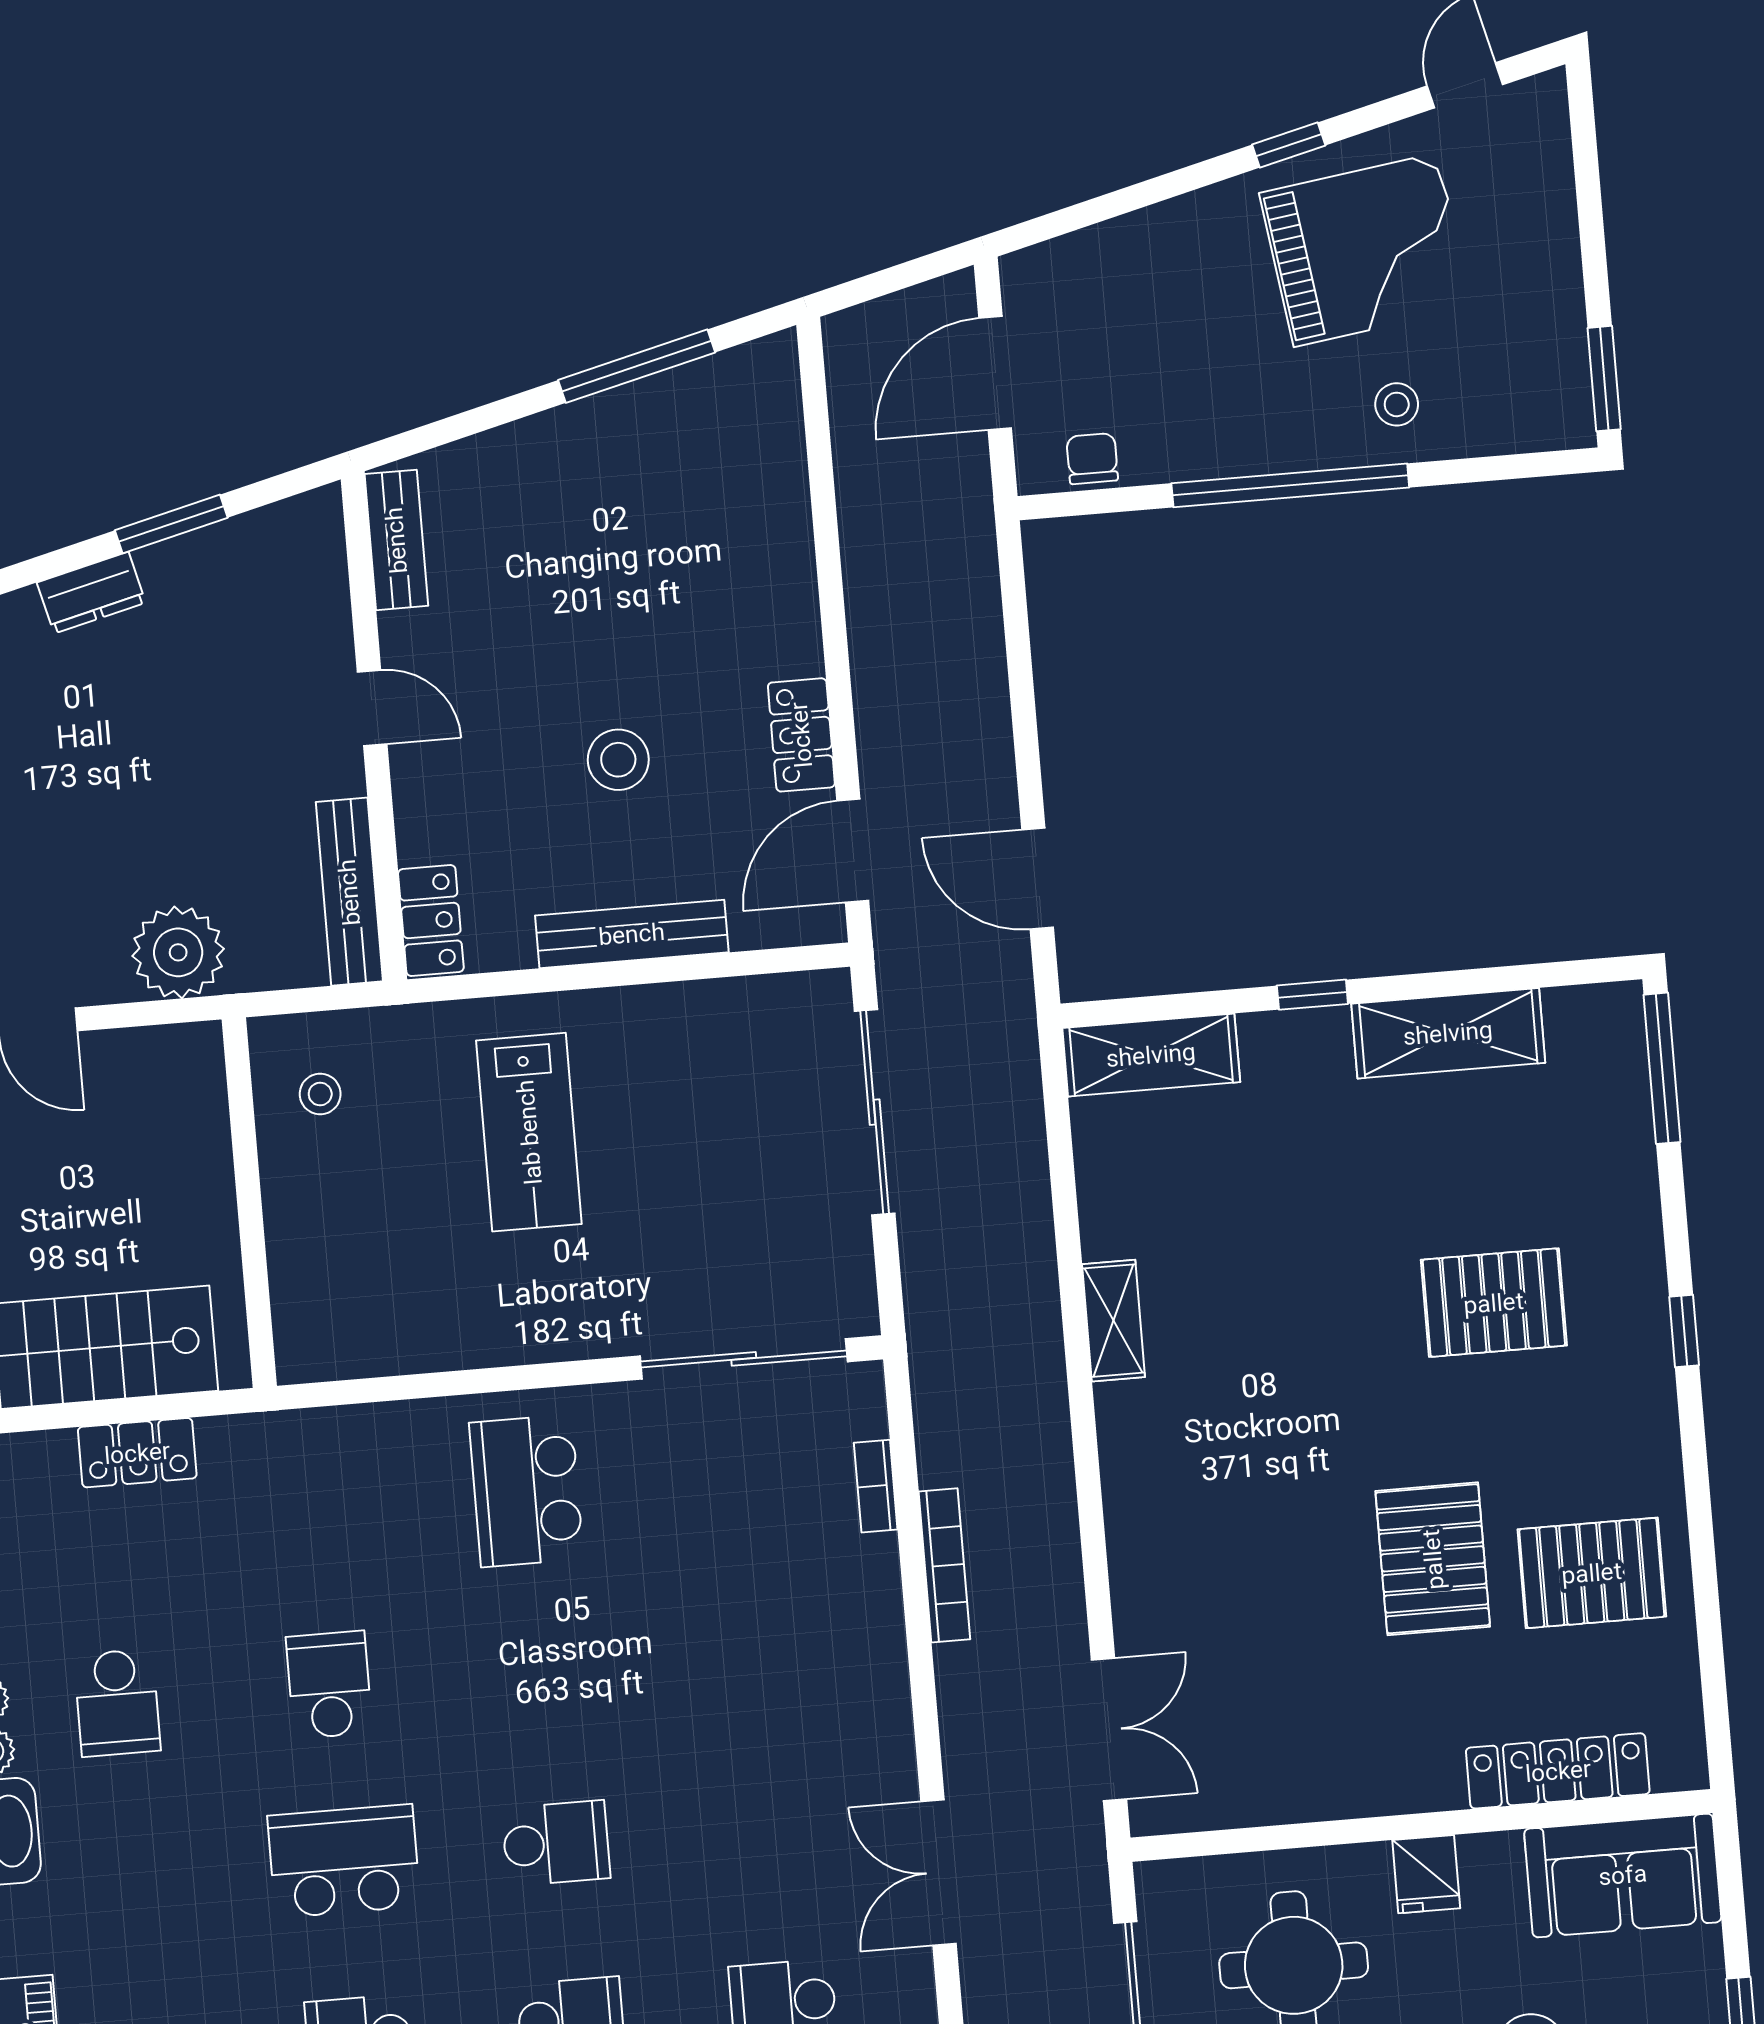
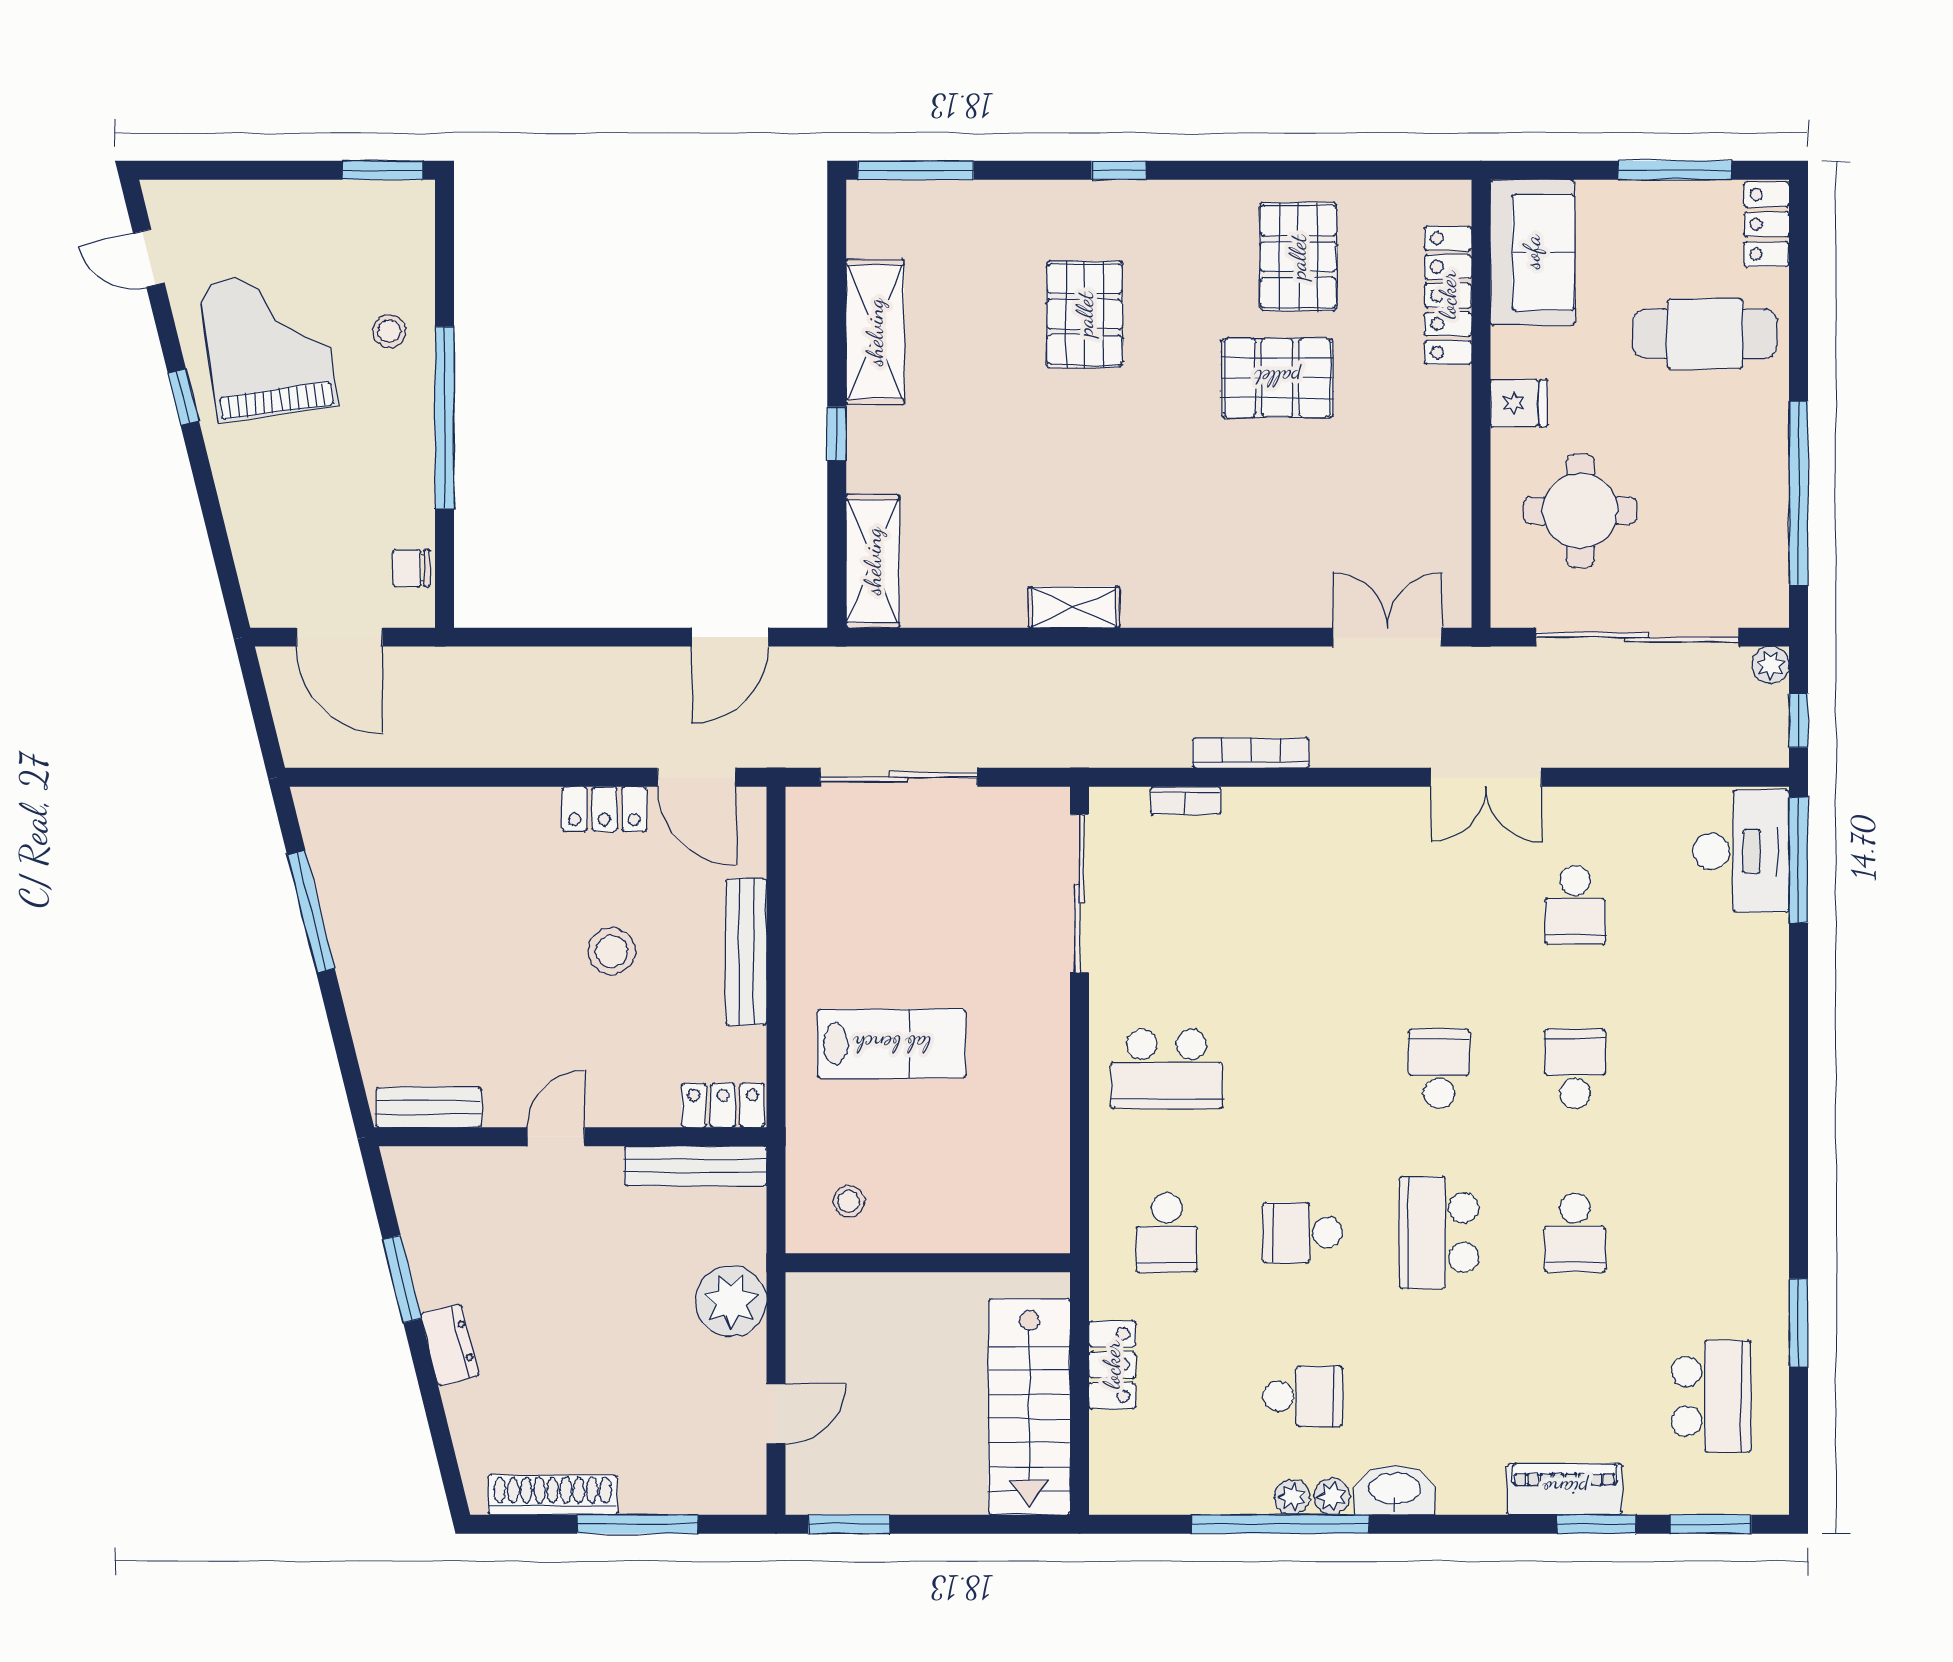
school desk: (314, 1509) -> (1167, 1233), added

